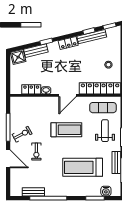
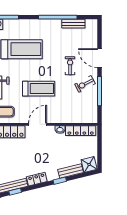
locker: (31, 89) -> (81, 131), width x1.53
treadmill: (66, 130) -> (39, 89), turned 180

